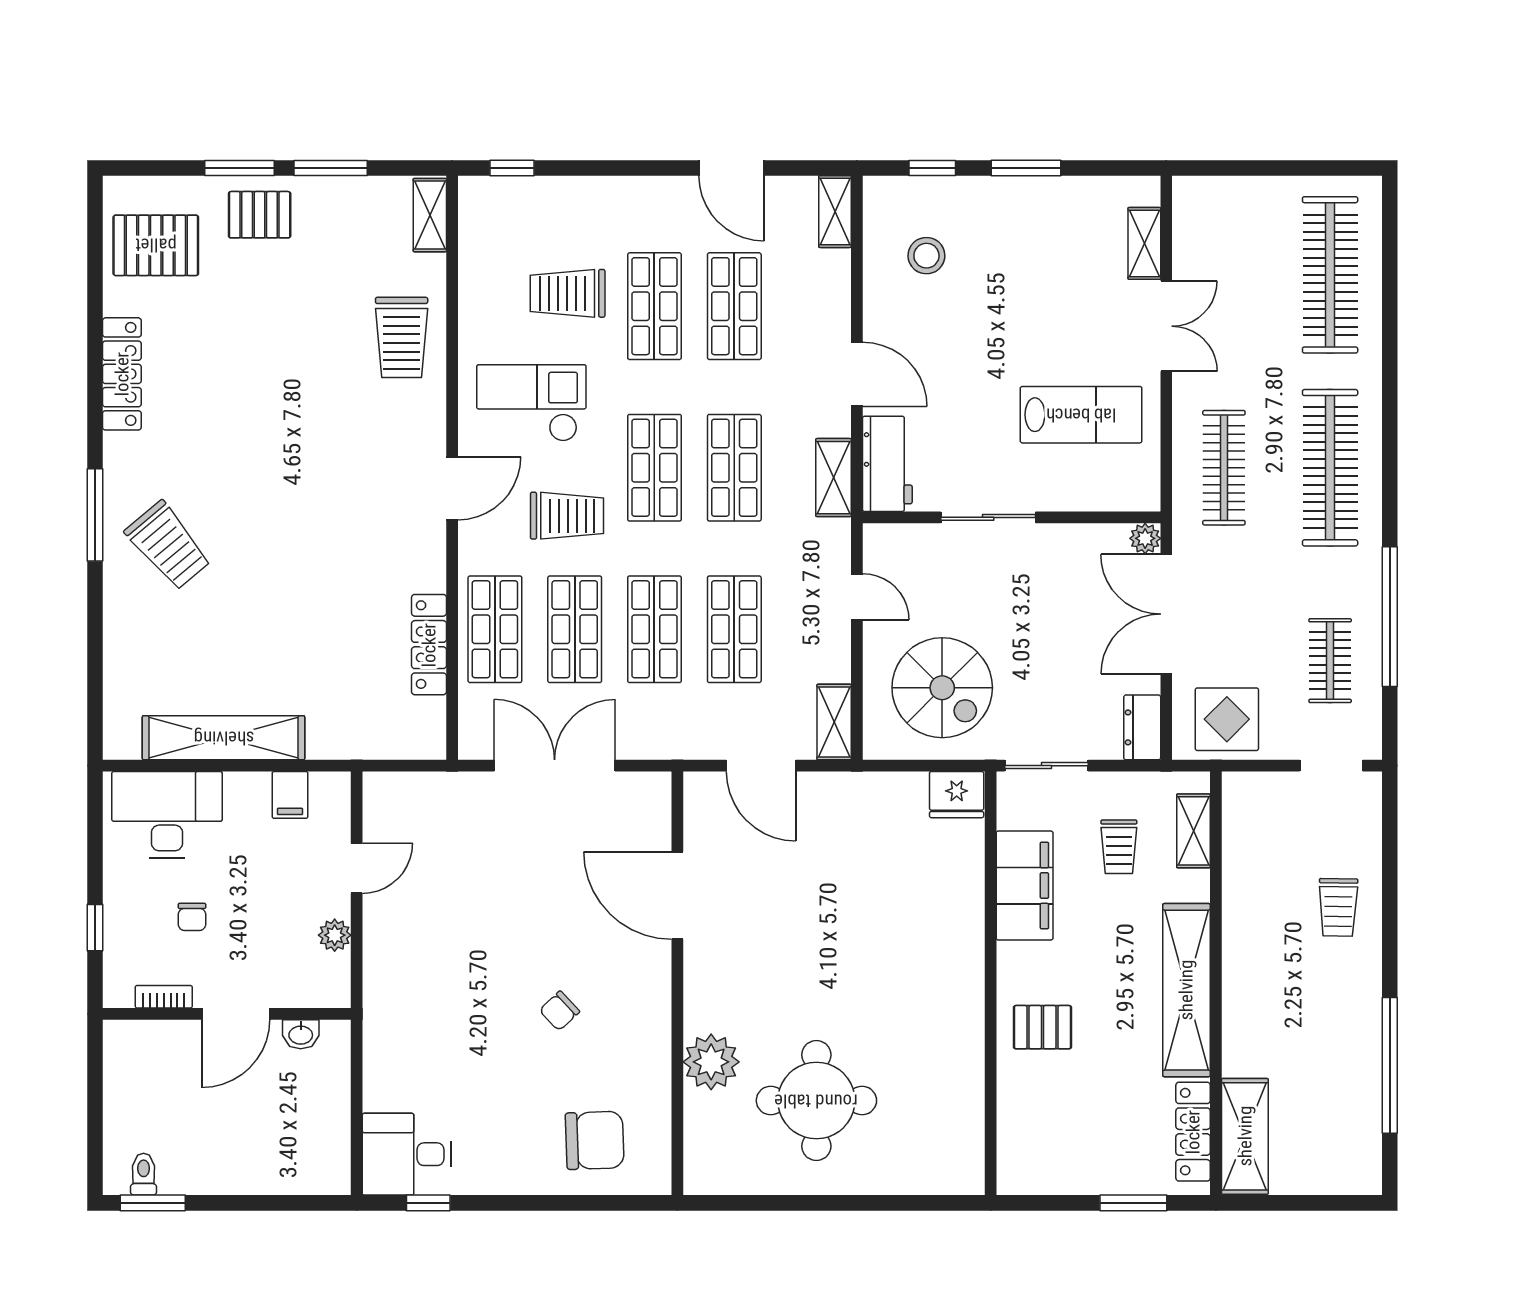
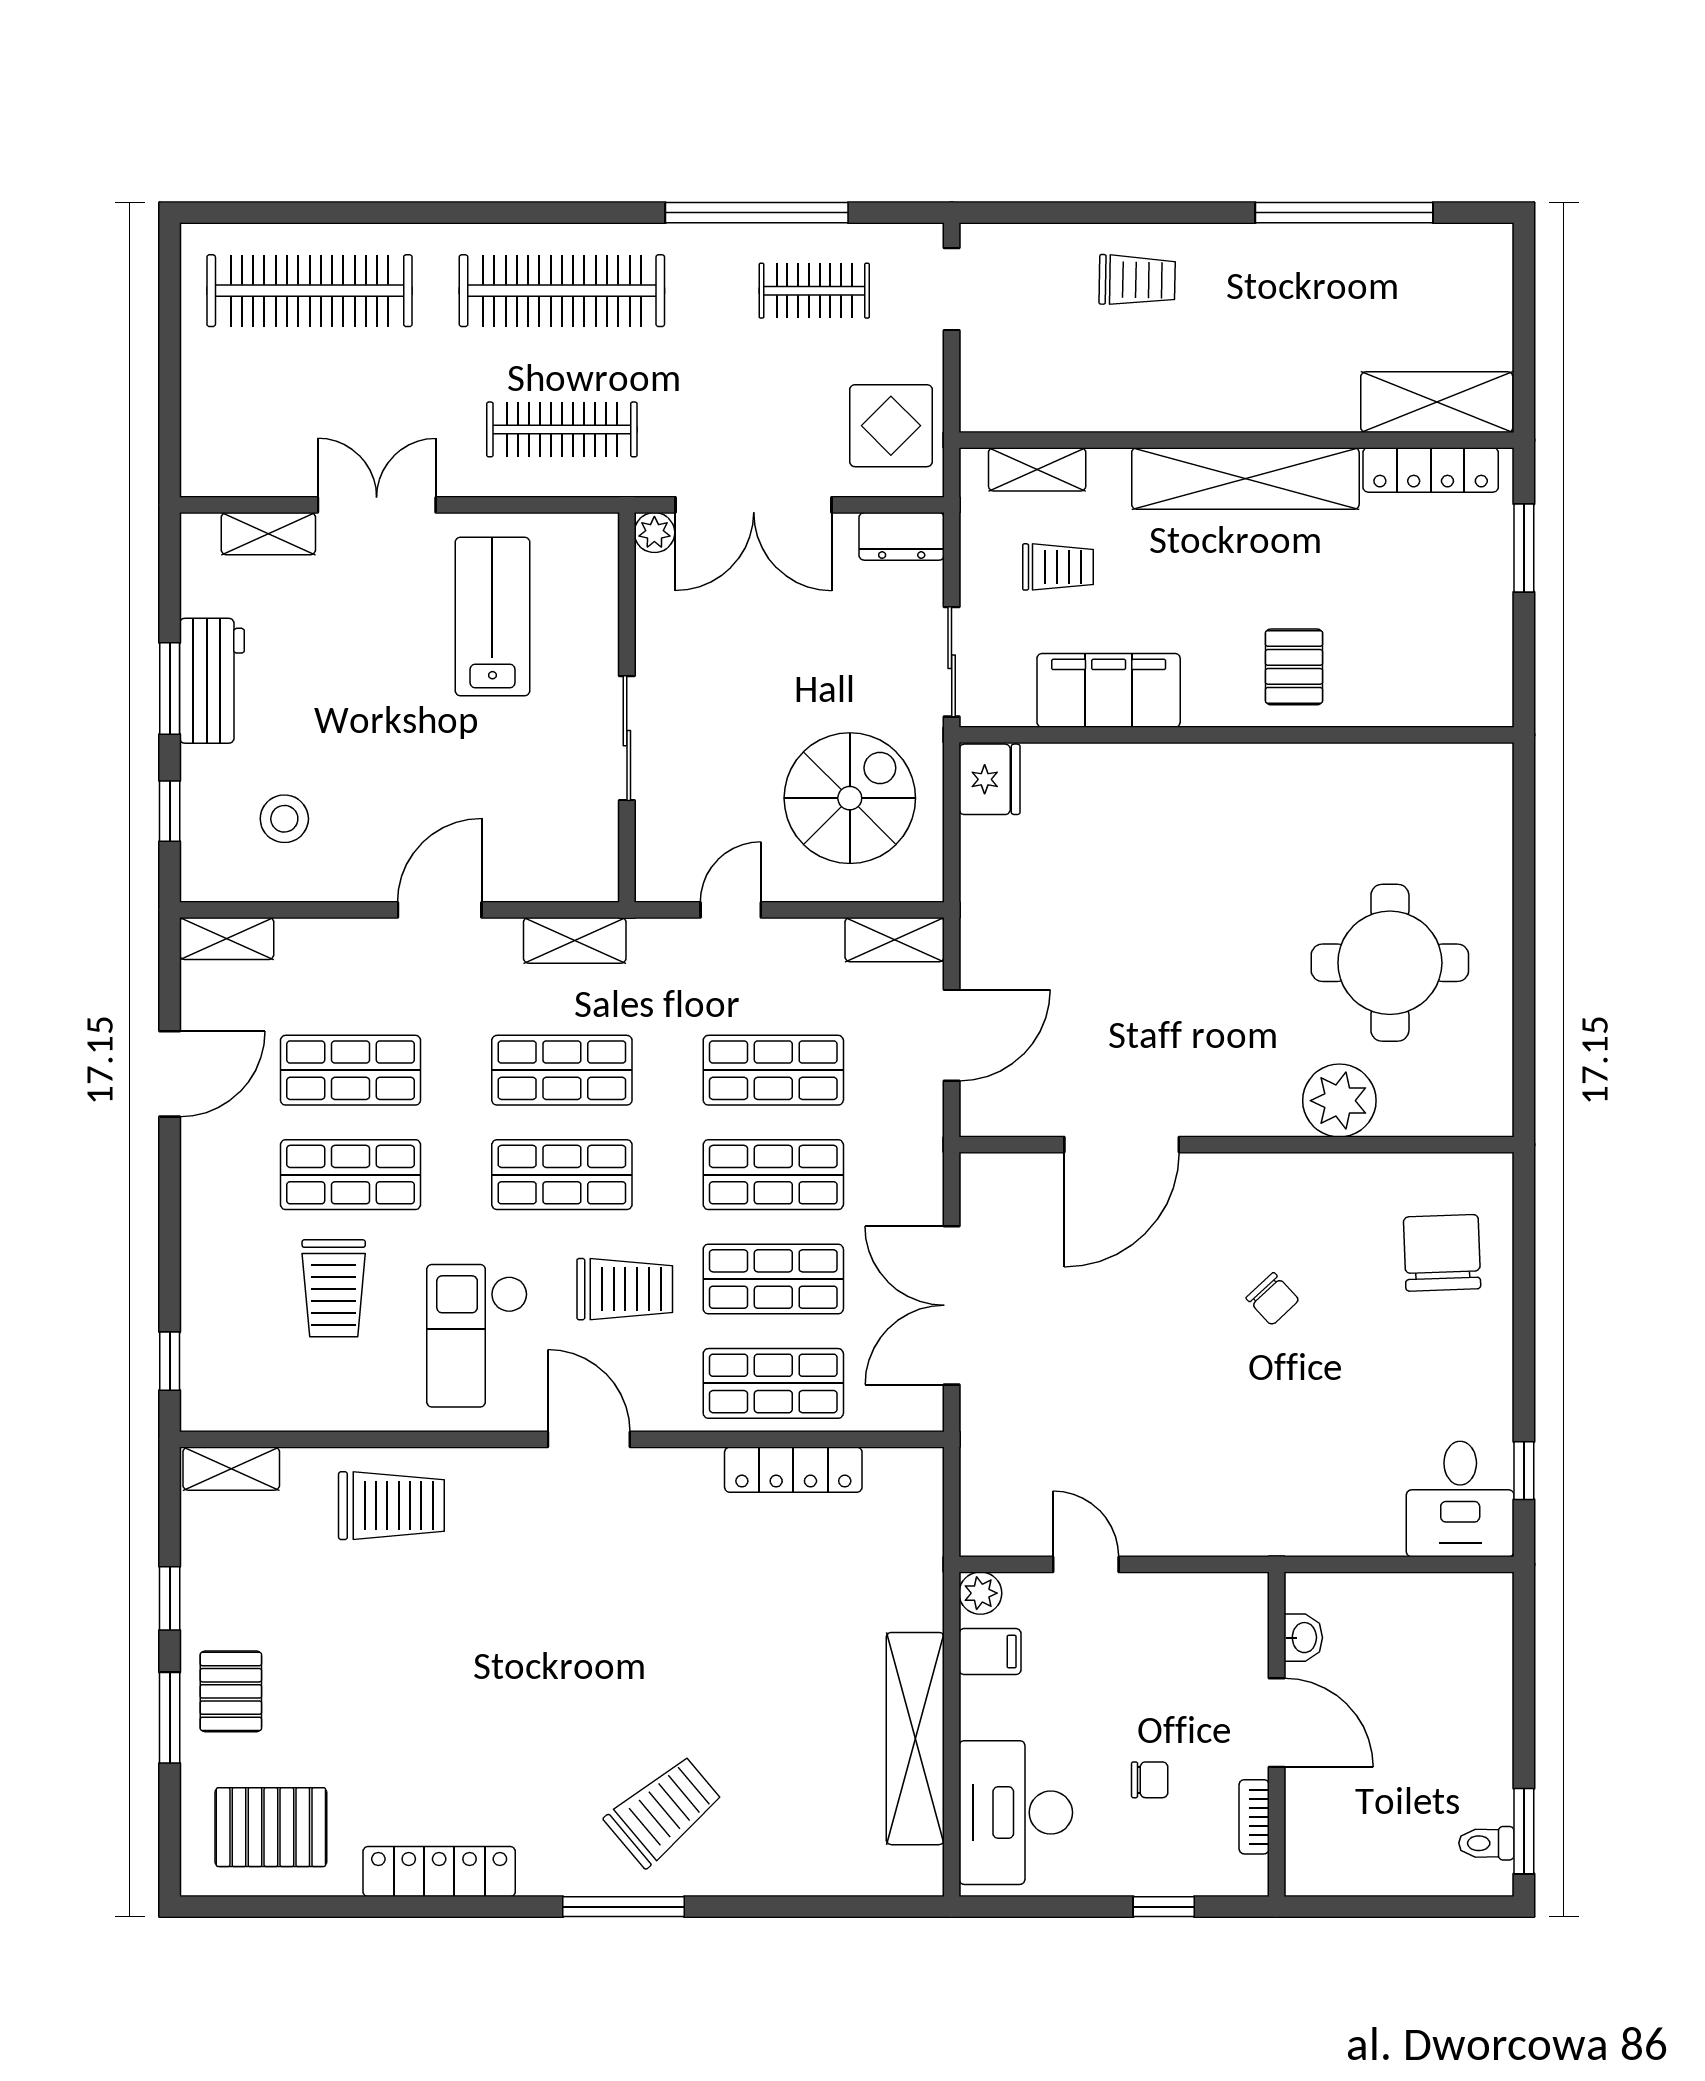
window: (331, 168) -> (170, 1598), width x0.67
pallet: (156, 245) -> (271, 1827), turned 90
workbench: (887, 464) -> (212, 681), moved, turned 90
trolley: (567, 516) -> (625, 1289), turned 90
plant: (335, 935) -> (980, 1593), moved

